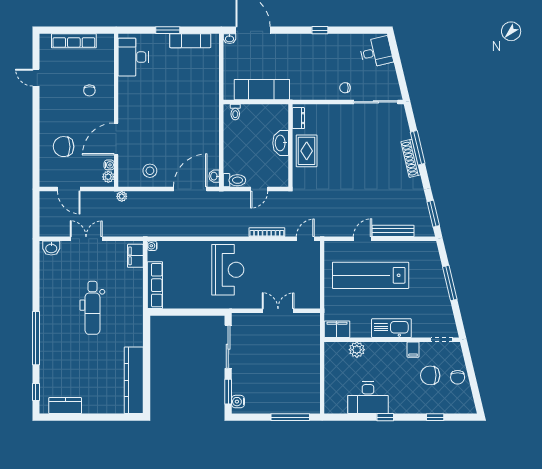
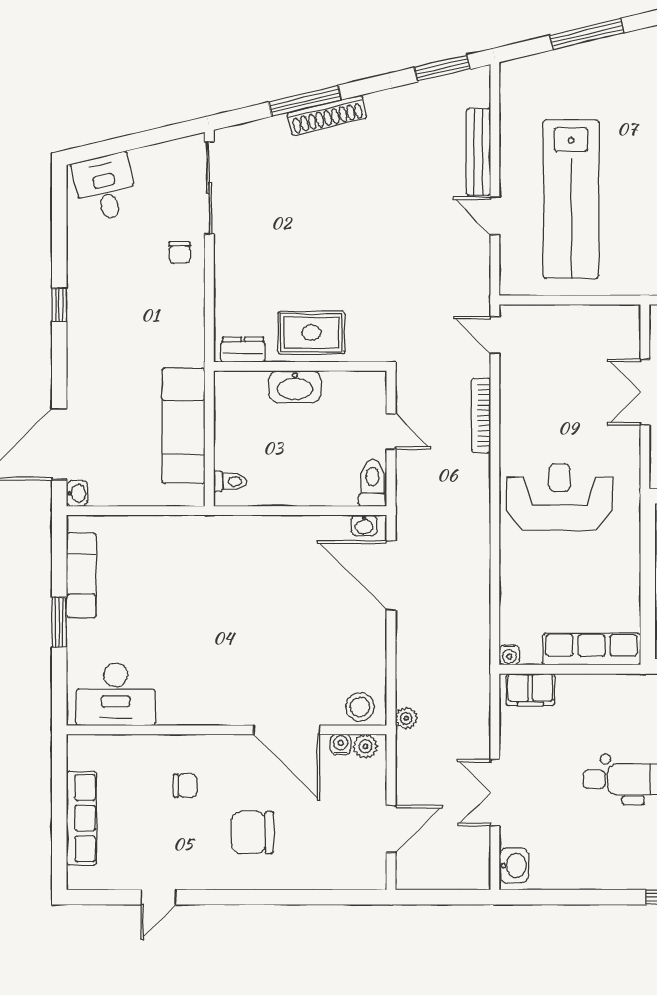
chair: (64, 147) -> (252, 833), moved, turned 90
stool: (150, 171) -> (360, 707), moved

